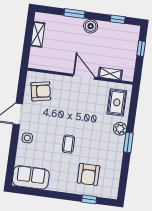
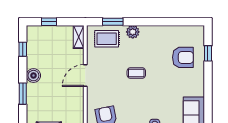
shelving: (110, 74) -> (79, 37), moved
window: (128, 142) -> (113, 22), moved
coffee table: (68, 144) -> (136, 73), moved

